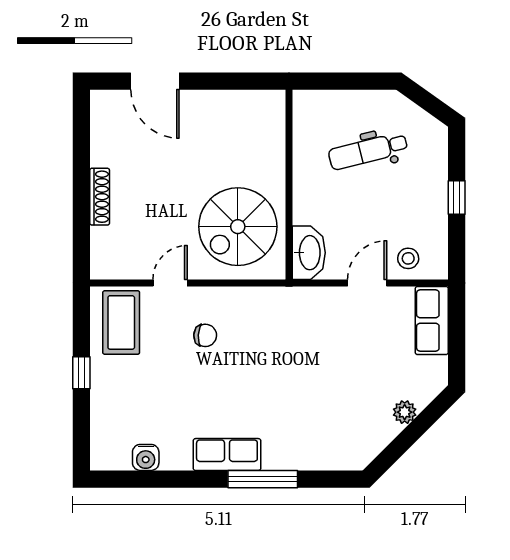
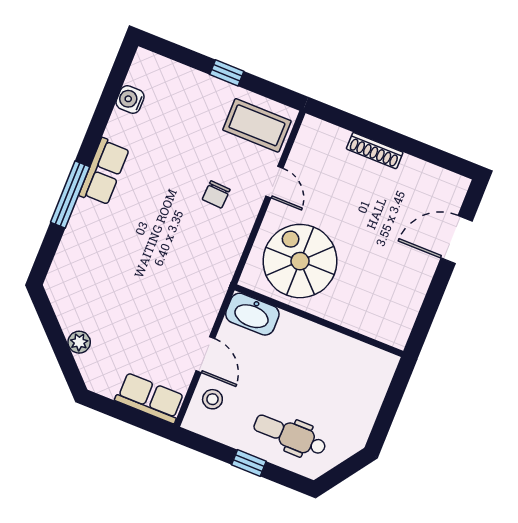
dental chair: (368, 151) -> (290, 435), moved, turned -76

